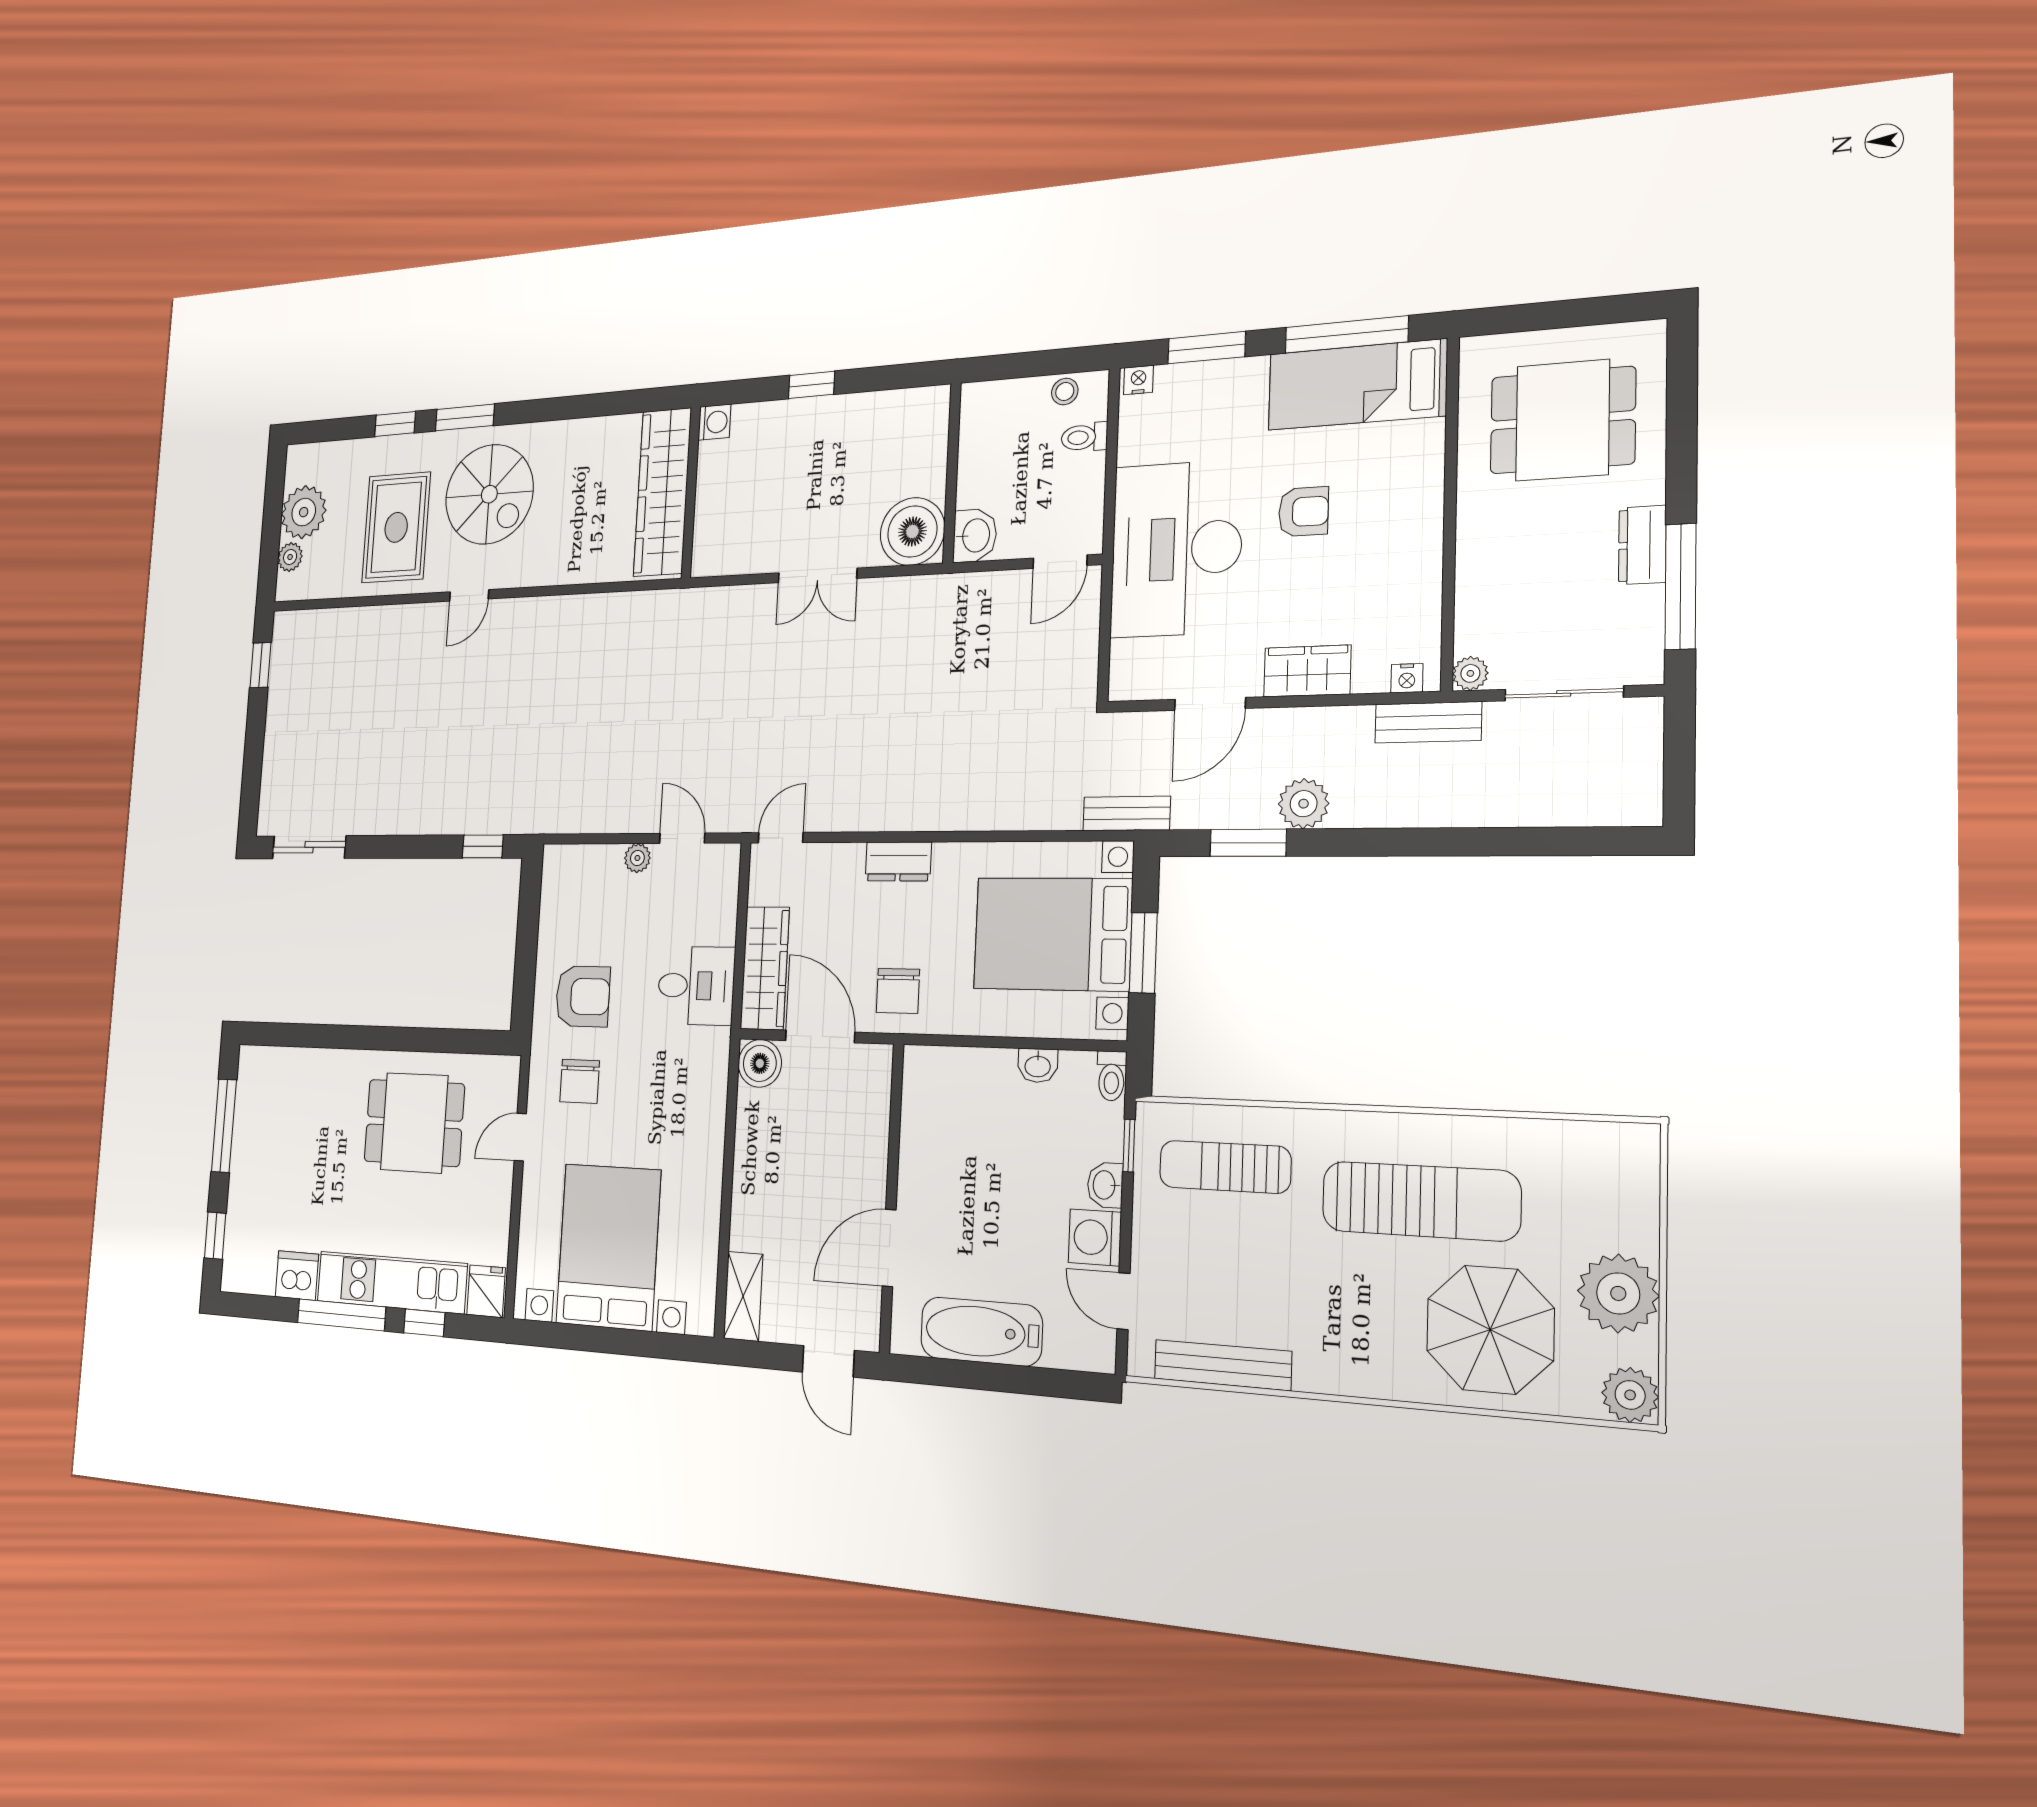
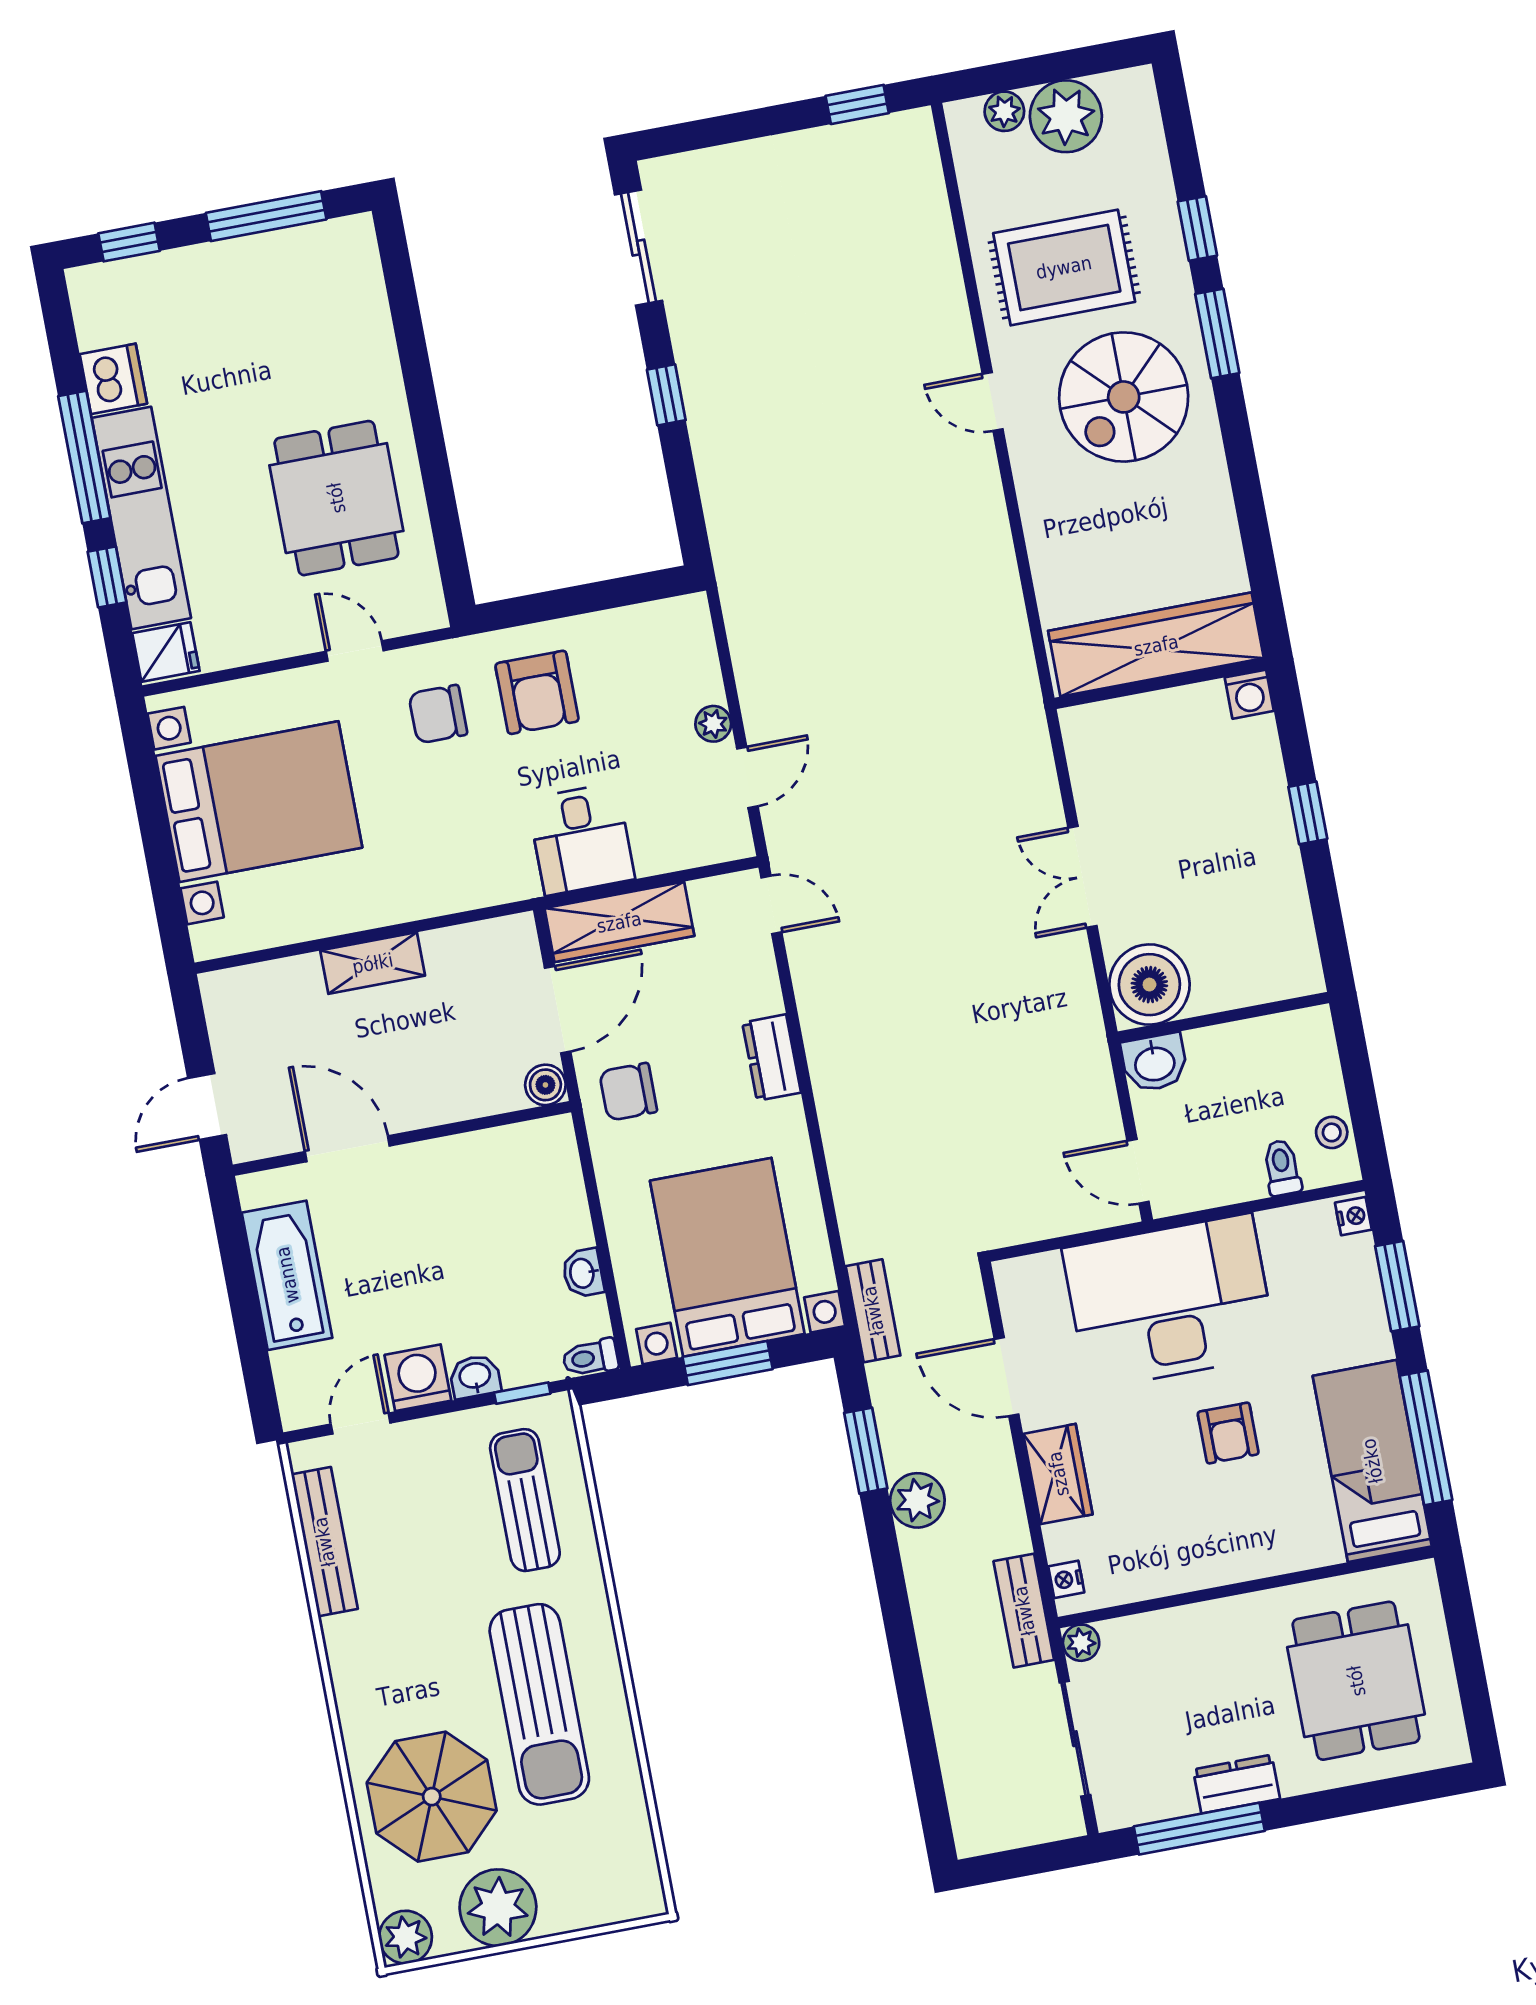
window: (483, 846) -> (666, 395), moved
boiler: (760, 1063) -> (545, 1085), moved, width x0.73, depth x0.73
shelving: (743, 1296) -> (373, 963), moved

